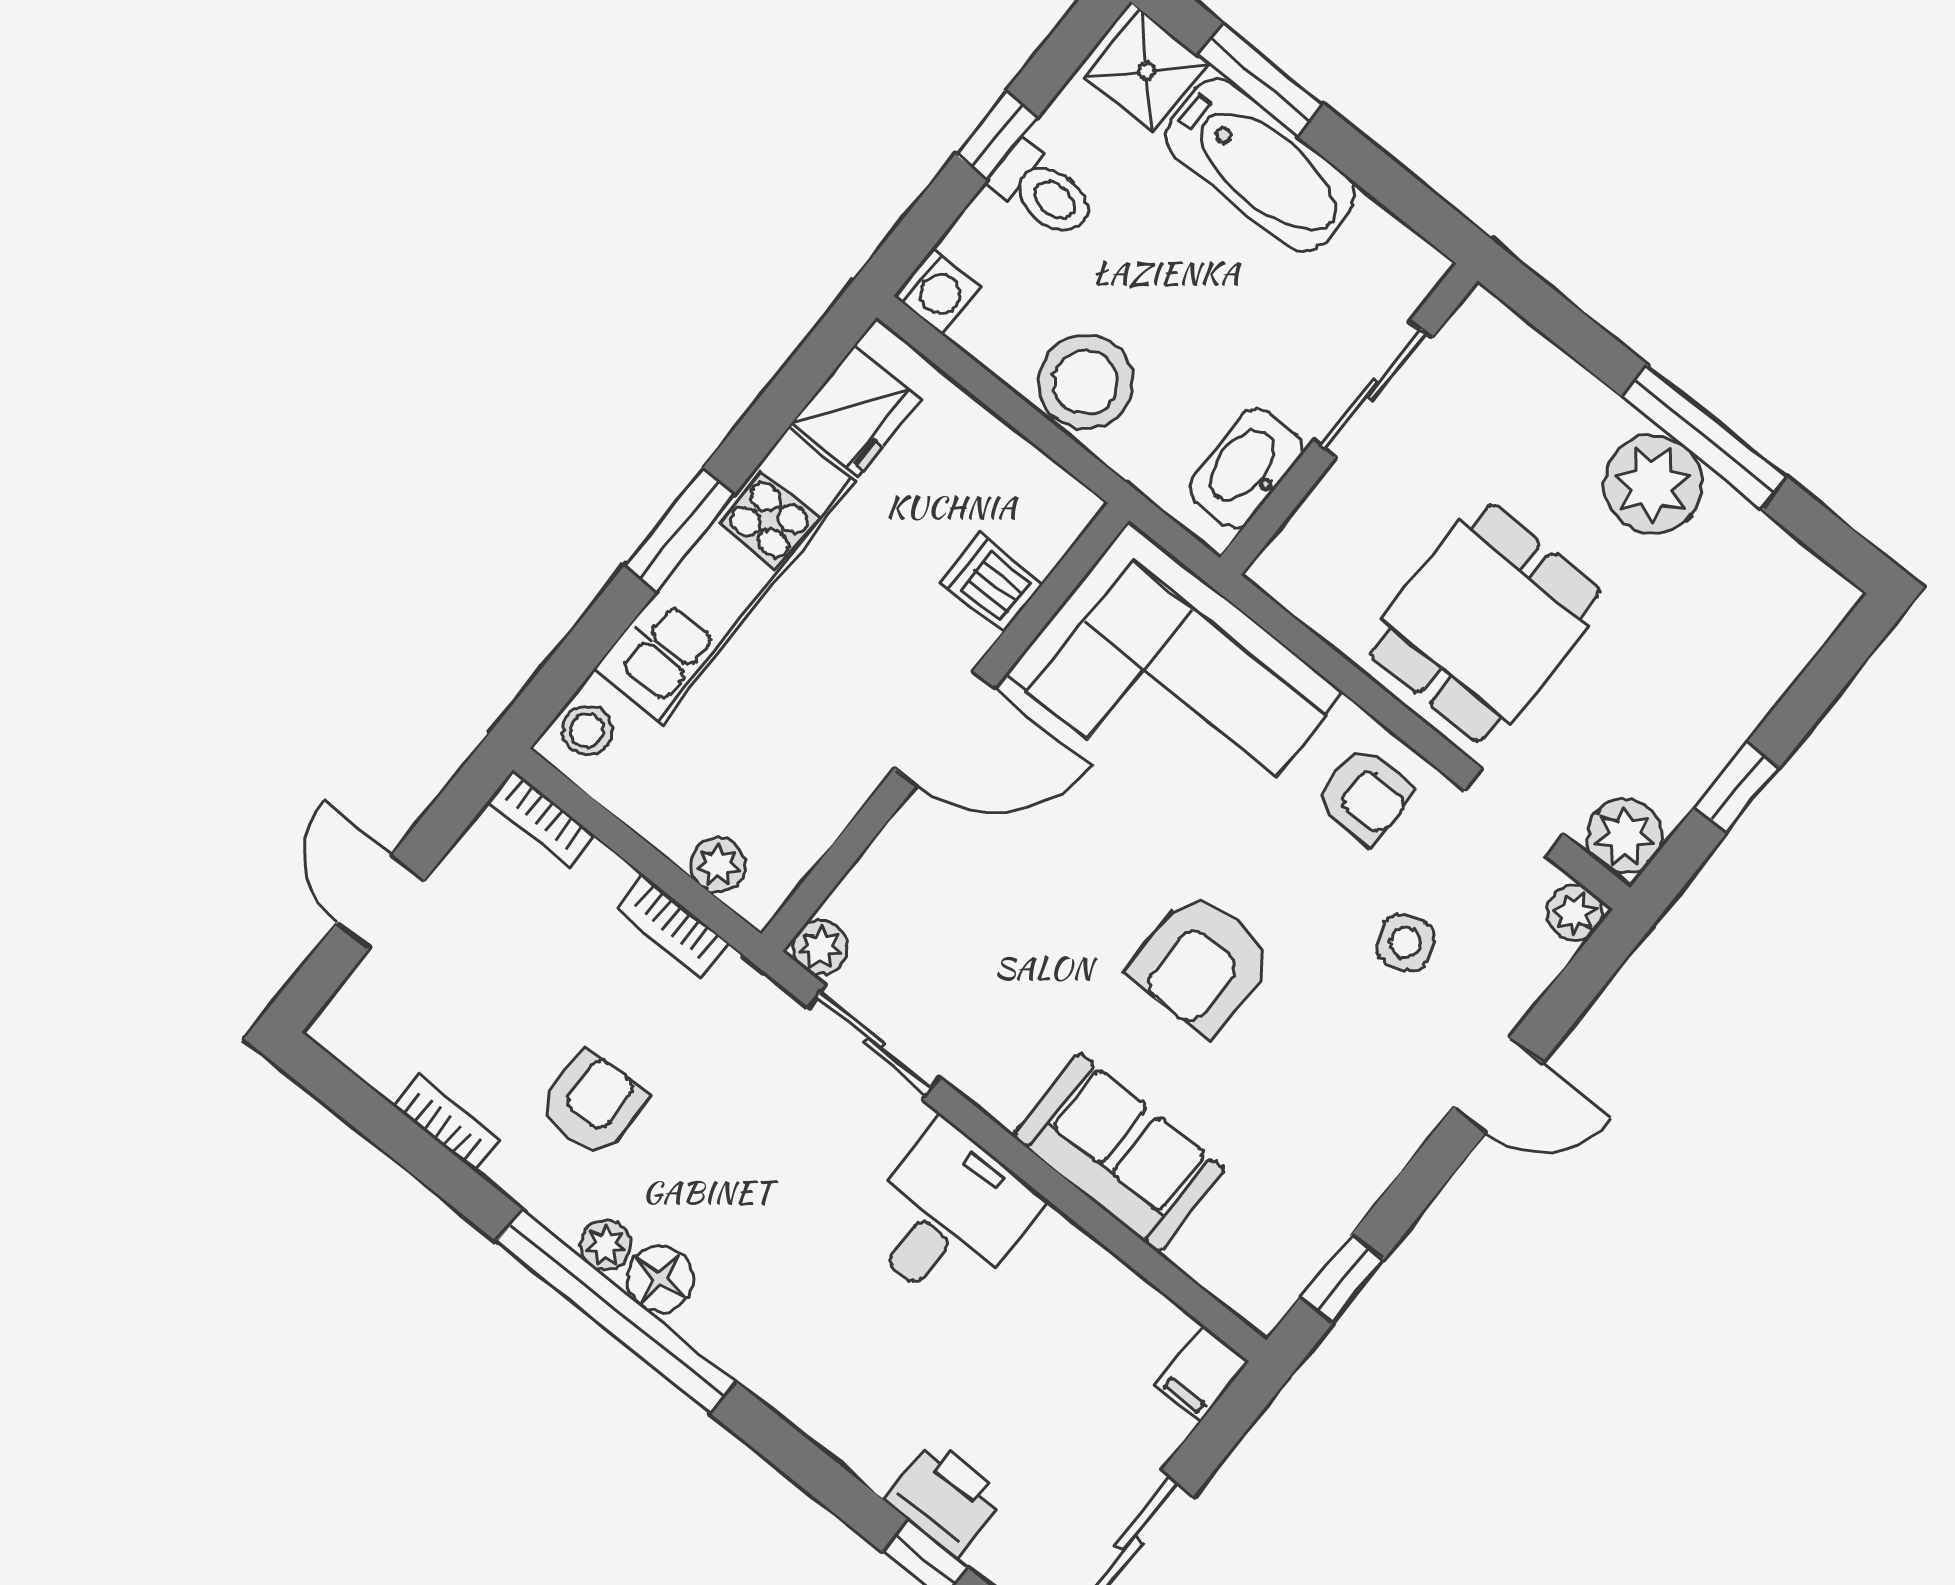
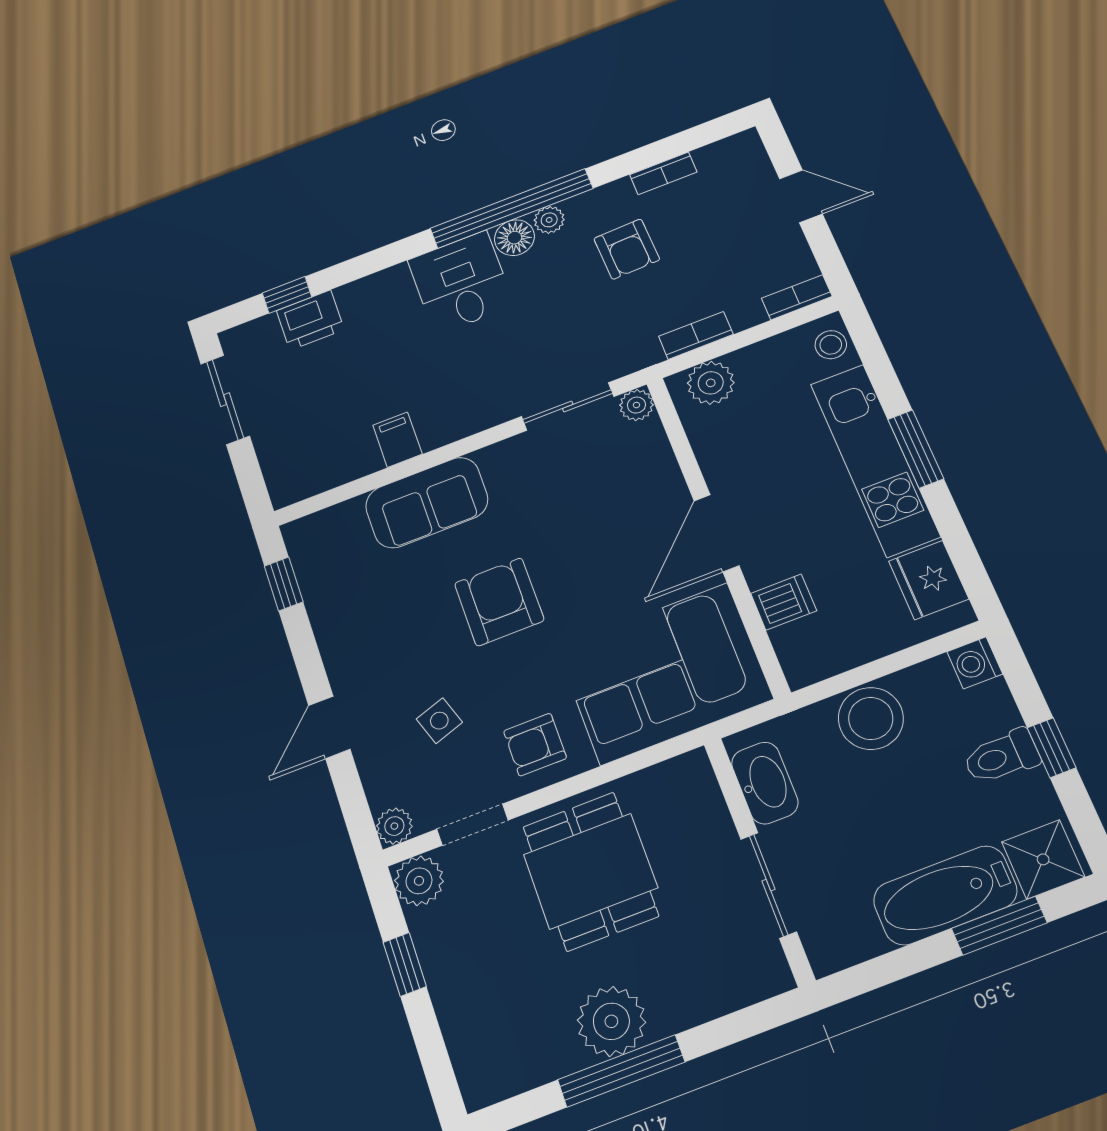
plant: (718, 865) -> (711, 383), width x1.38, depth x1.38
desk: (948, 1215) -> (461, 283), moved, turned 180
filing cabinet: (1202, 1374) -> (398, 440), moved

